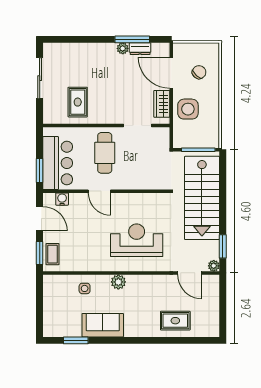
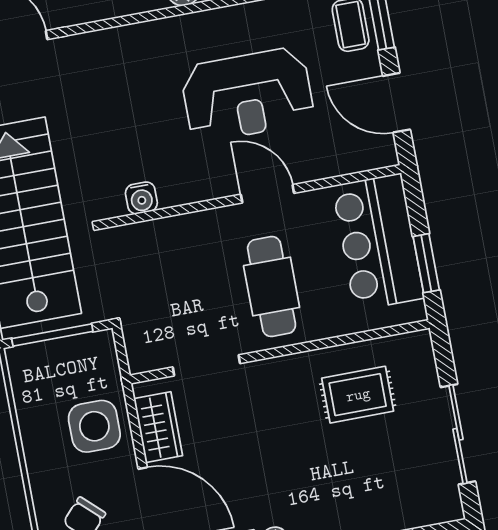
rug: (78, 102) -> (358, 395), turned 90
window: (40, 170) -> (426, 263), moved
water cooler: (62, 199) -> (141, 198), moved
reception desk: (137, 240) -> (247, 95), moved

